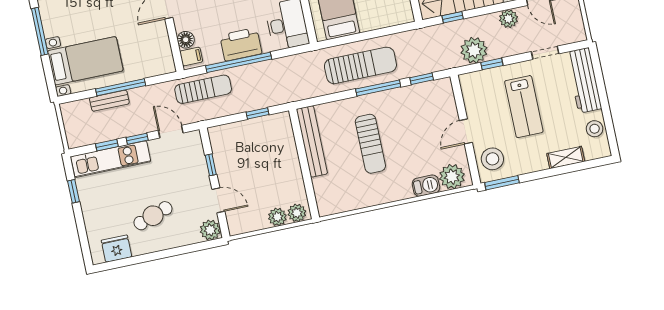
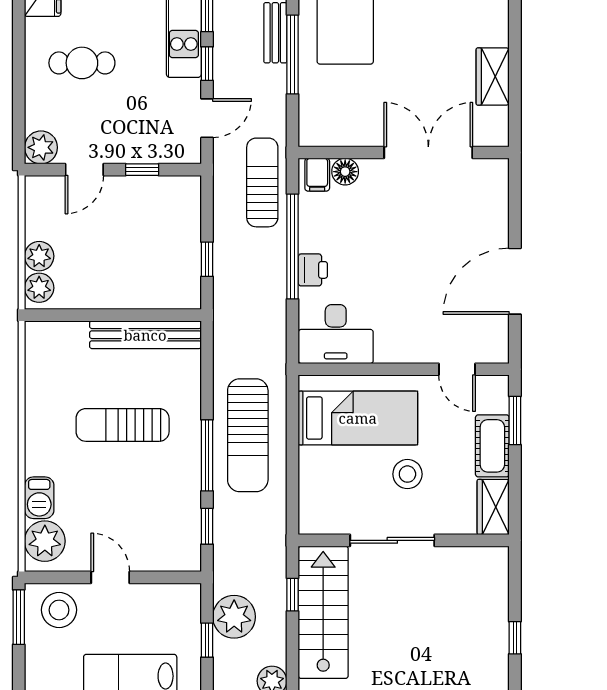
printer: (241, 44) -> (313, 270), width x0.53, depth x0.68
sun lounger: (203, 89) -> (262, 182), turned 180
cafe table: (153, 216) -> (82, 63), turned -71

